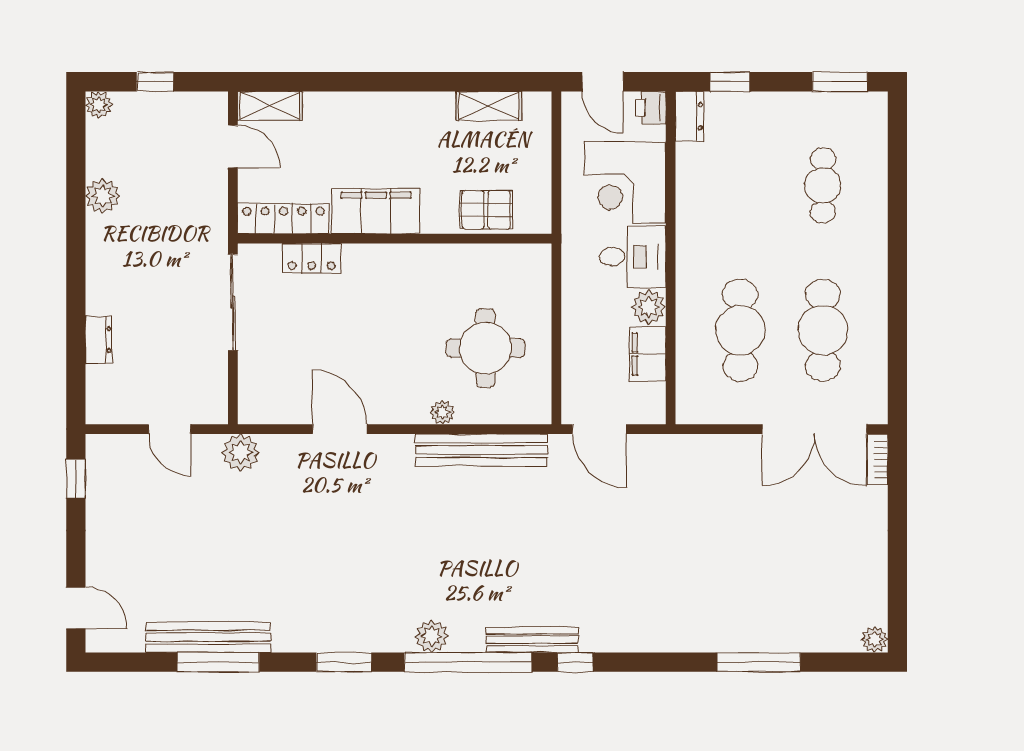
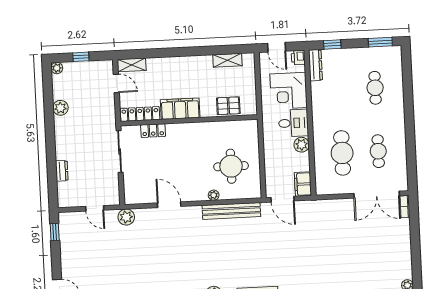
dresser: (689, 116) -> (315, 65), width x1.44
cafe table: (823, 330) -> (378, 151), width x0.73, depth x0.74
filing cabinet: (648, 354) -> (303, 184), moved

